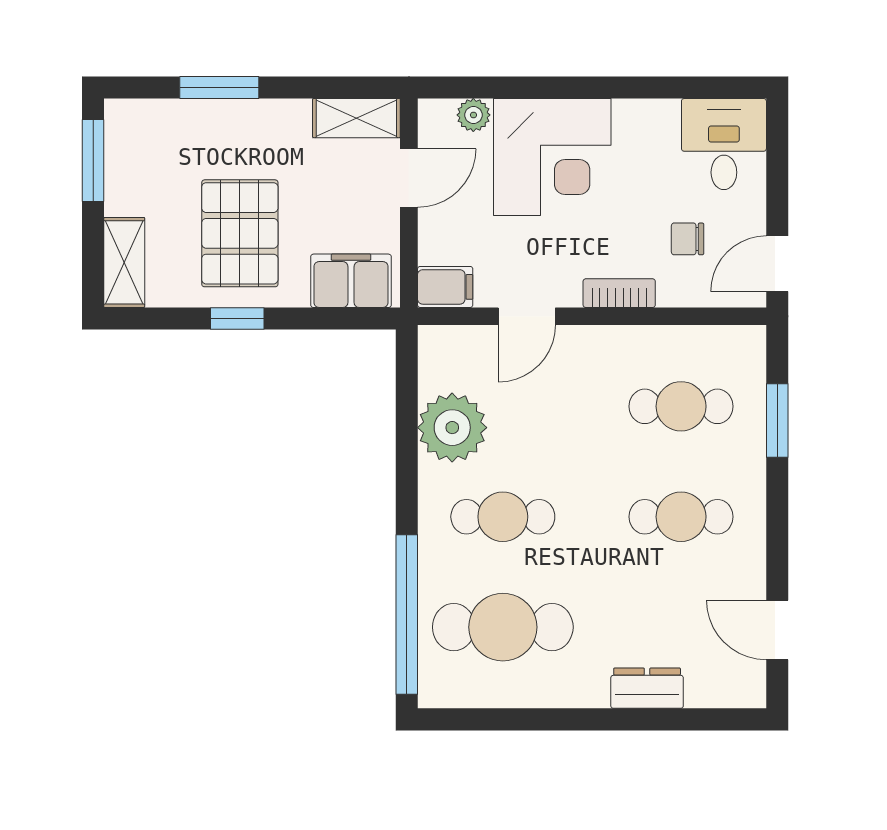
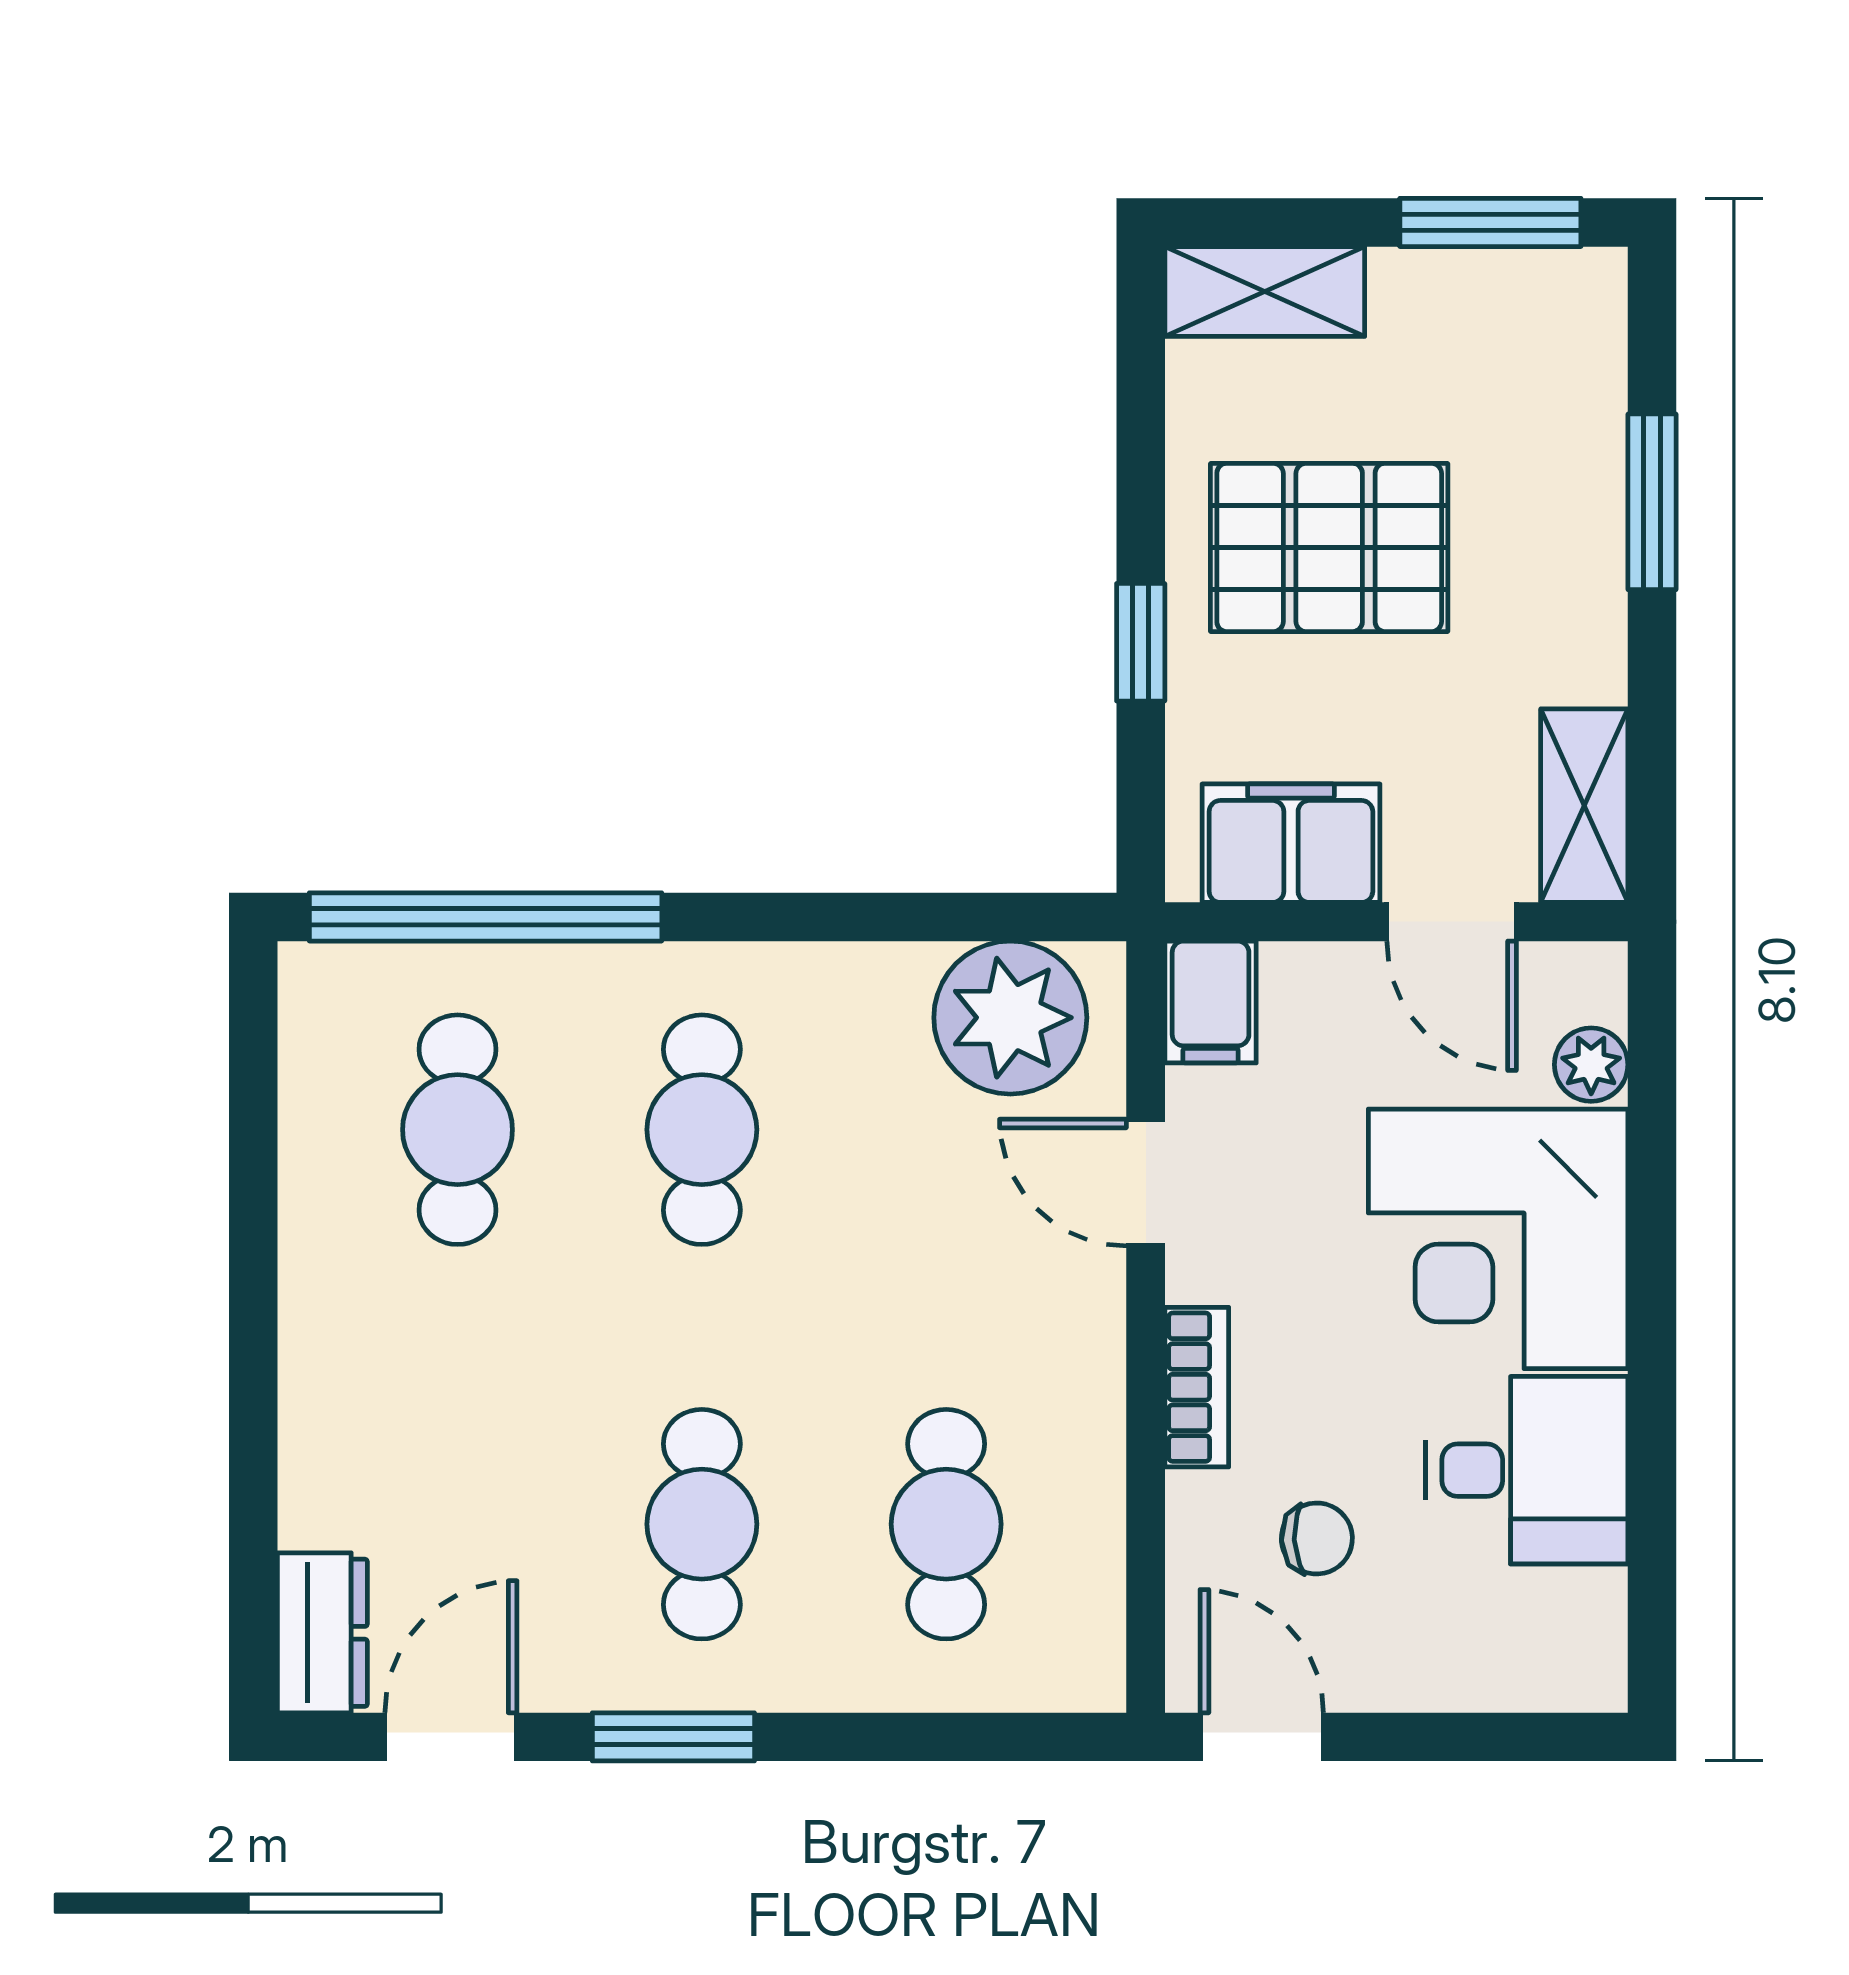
desk: (724, 144) -> (1527, 1470), moved
chair: (688, 239) -> (1317, 1538), turned 87
filing cabinet: (351, 281) -> (1291, 843), moved, turned -90
window: (237, 318) -> (1141, 642), moved
window: (777, 420) -> (673, 1737), moved
plant: (452, 428) -> (1010, 1018), moved
cafe table: (503, 627) -> (458, 1130), width x0.73, depth x0.74
dresser: (647, 688) -> (322, 1633), moved

